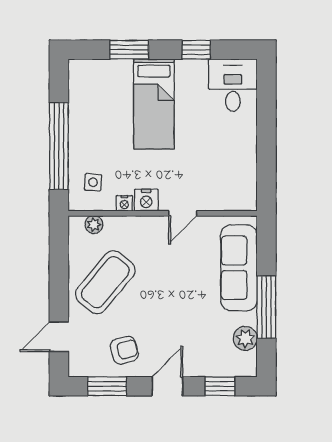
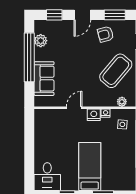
sofa: (239, 268) -> (44, 79), width x0.73
window: (266, 307) -> (29, 57), width x1.46

